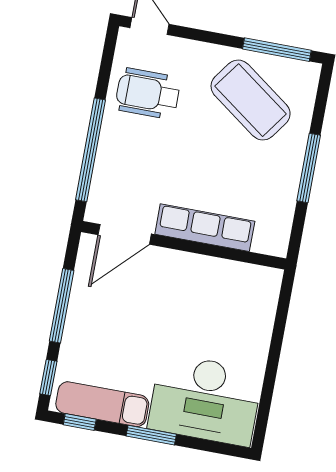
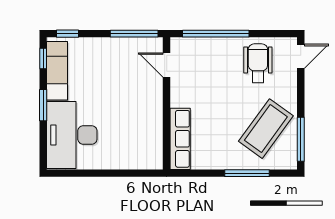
window: (309, 168) -> (247, 173), moved
row of seats: (205, 228) -> (180, 139), moved
door: (125, 234) -> (167, 65), width x0.73
window: (62, 306) -> (134, 34), moved

